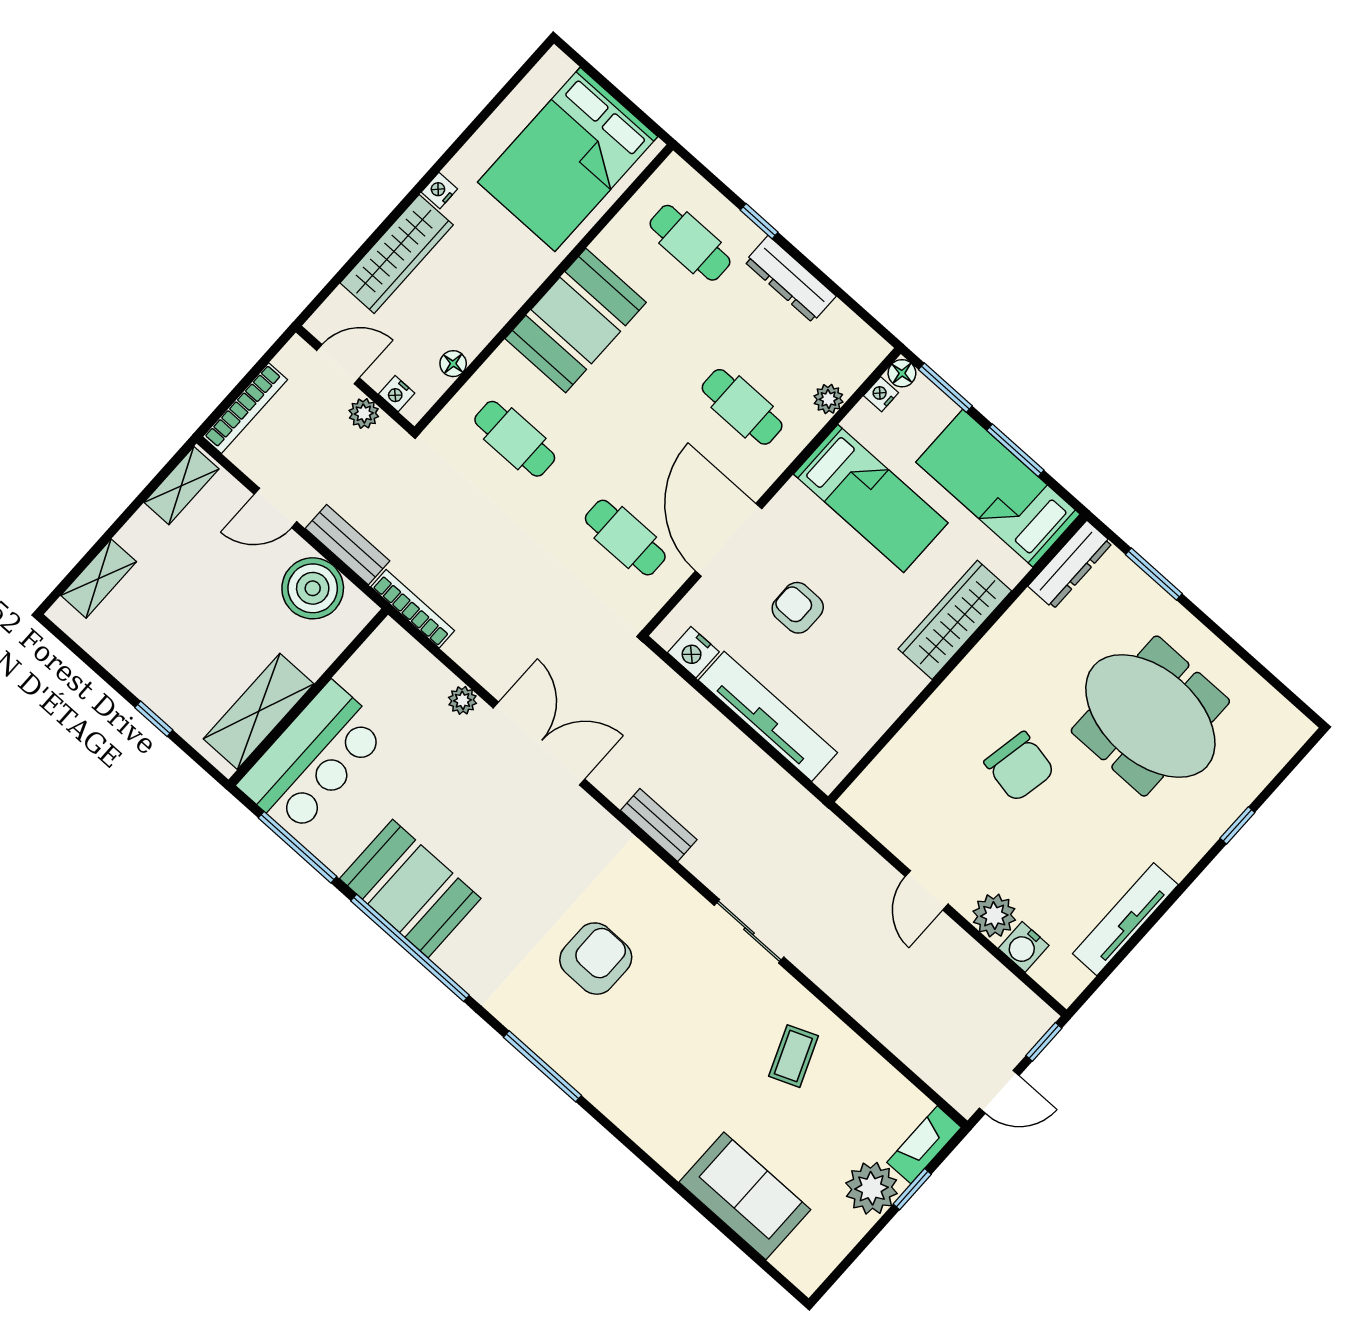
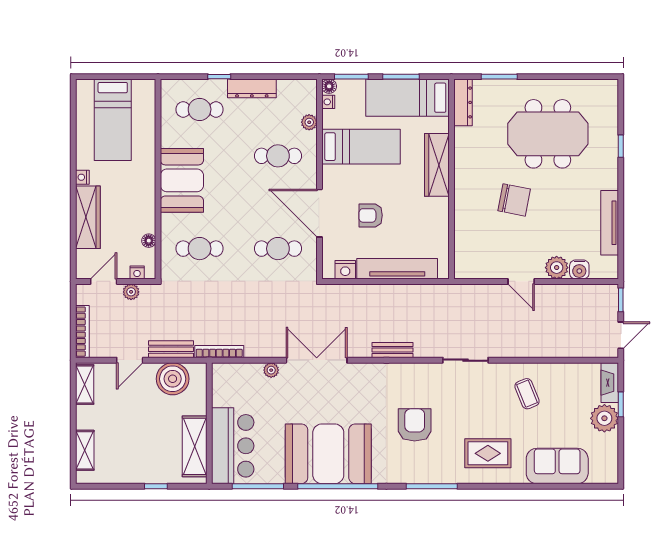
bed: (568, 159) -> (113, 120), width x0.67
booth: (410, 889) -> (328, 454), width x1.36, depth x1.42
rug: (663, 1091) -> (488, 453), added

